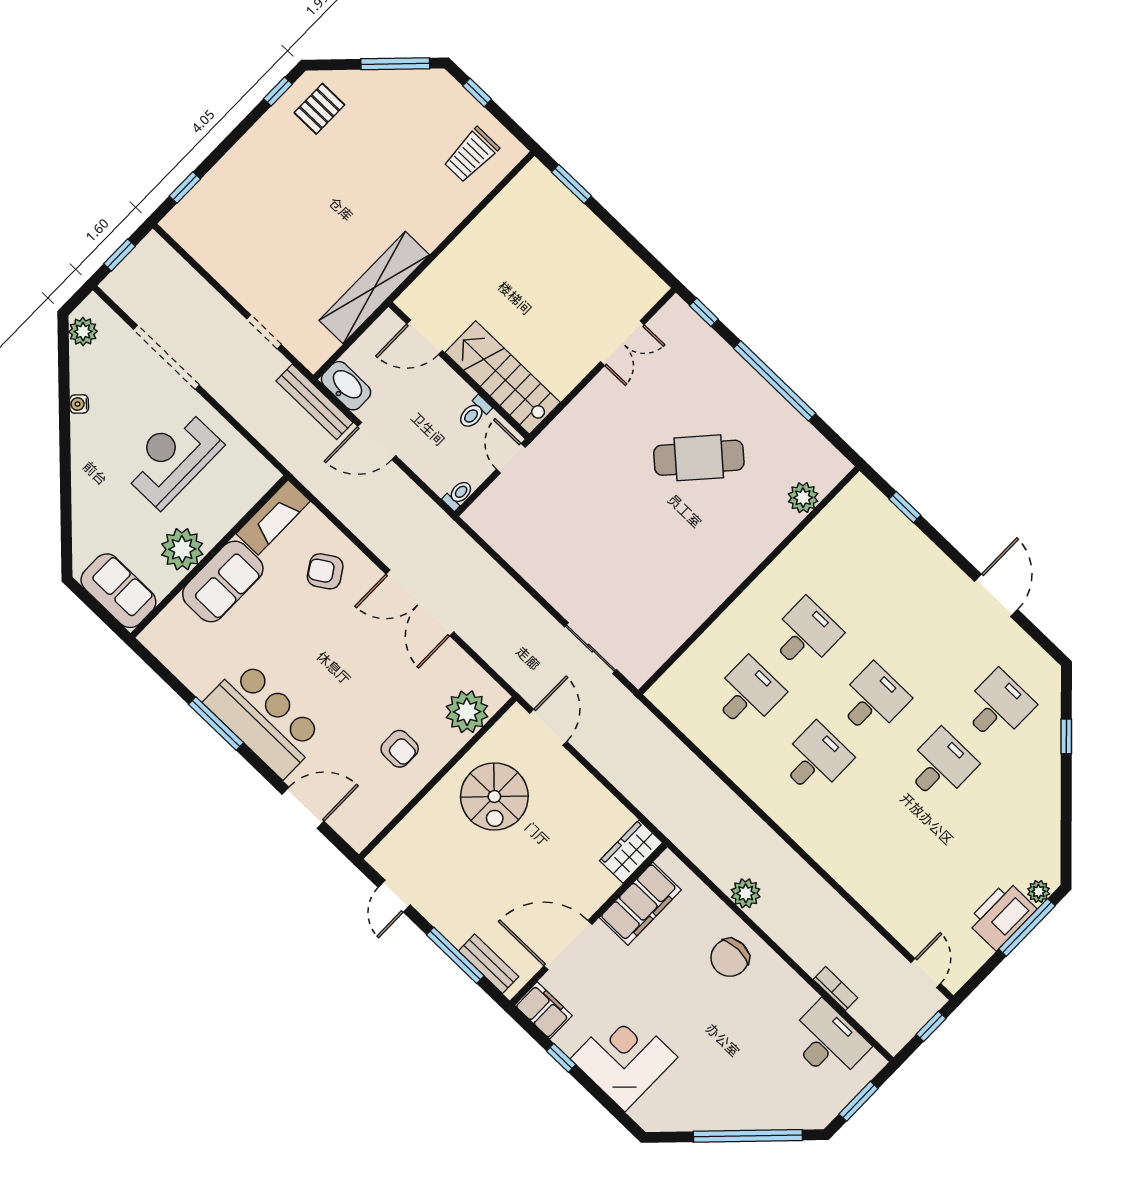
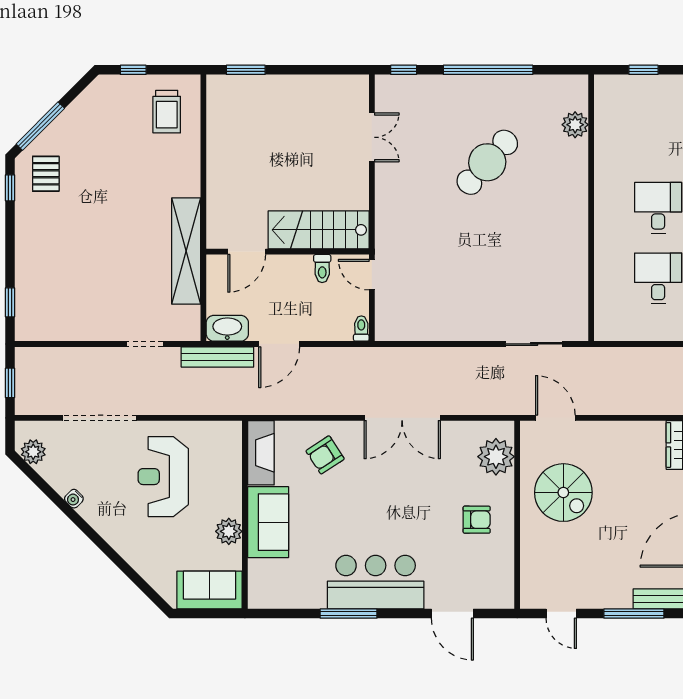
window: (395, 64) -> (40, 126), moved
plant: (182, 549) -> (229, 531), width x0.73, depth x0.73
door: (303, 808) -> (452, 614), swing flipped

